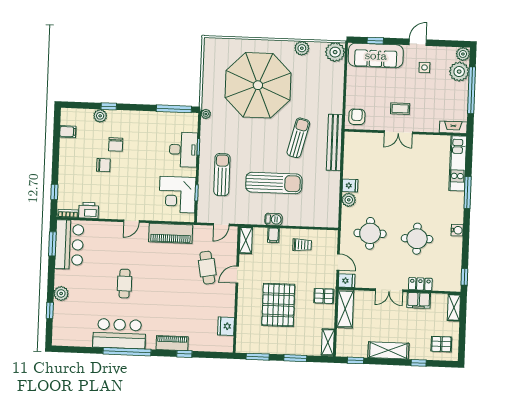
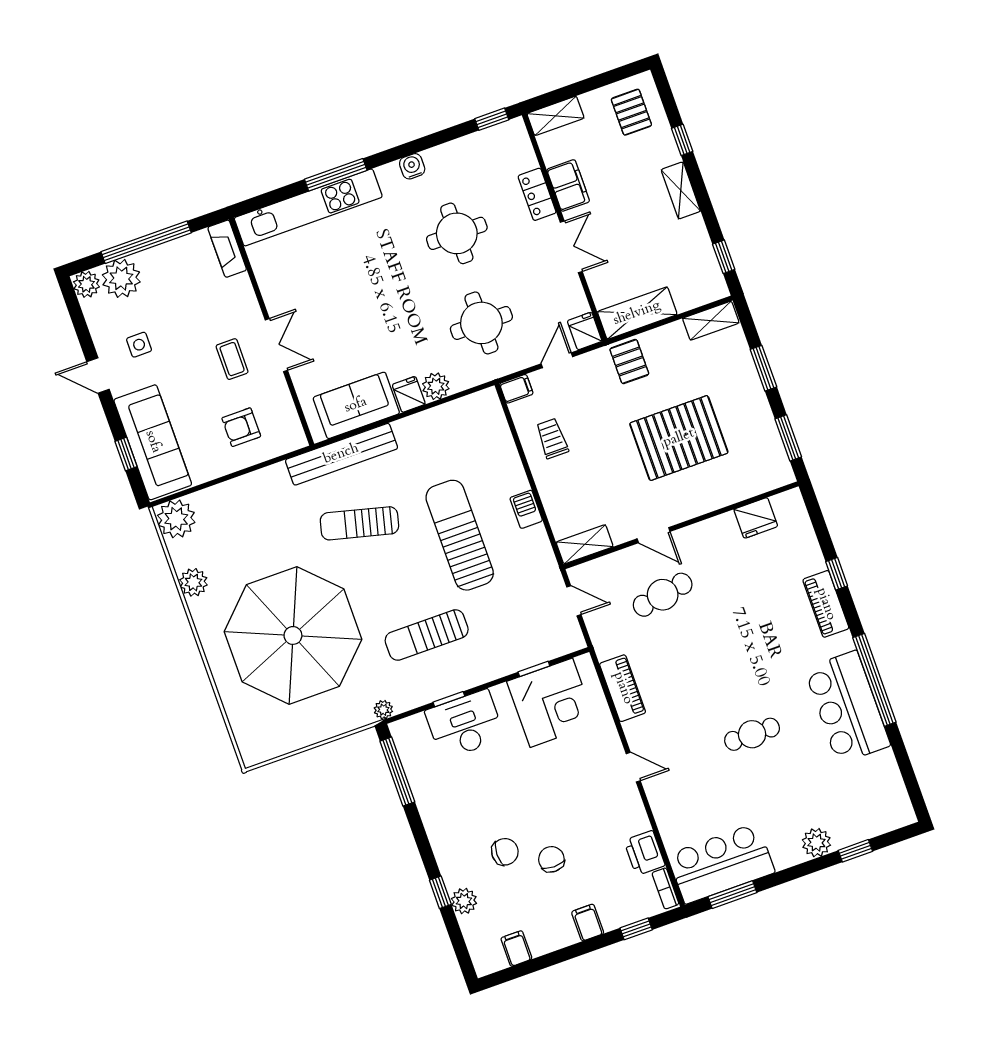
armchair: (357, 117) -> (241, 427), moved
sofa: (355, 159) -> (356, 405), added
kitchen unit: (458, 163) -> (308, 207), width x1.36
filing cabinet: (67, 170) -> (588, 923), added
sun lounger: (222, 175) -> (427, 635), moved
piano: (171, 233) -> (623, 688), width x0.73, depth x0.75
filing cabinet: (273, 235) -> (516, 389), moved
shelving: (388, 350) -> (681, 190), width x0.67, depth x0.75

